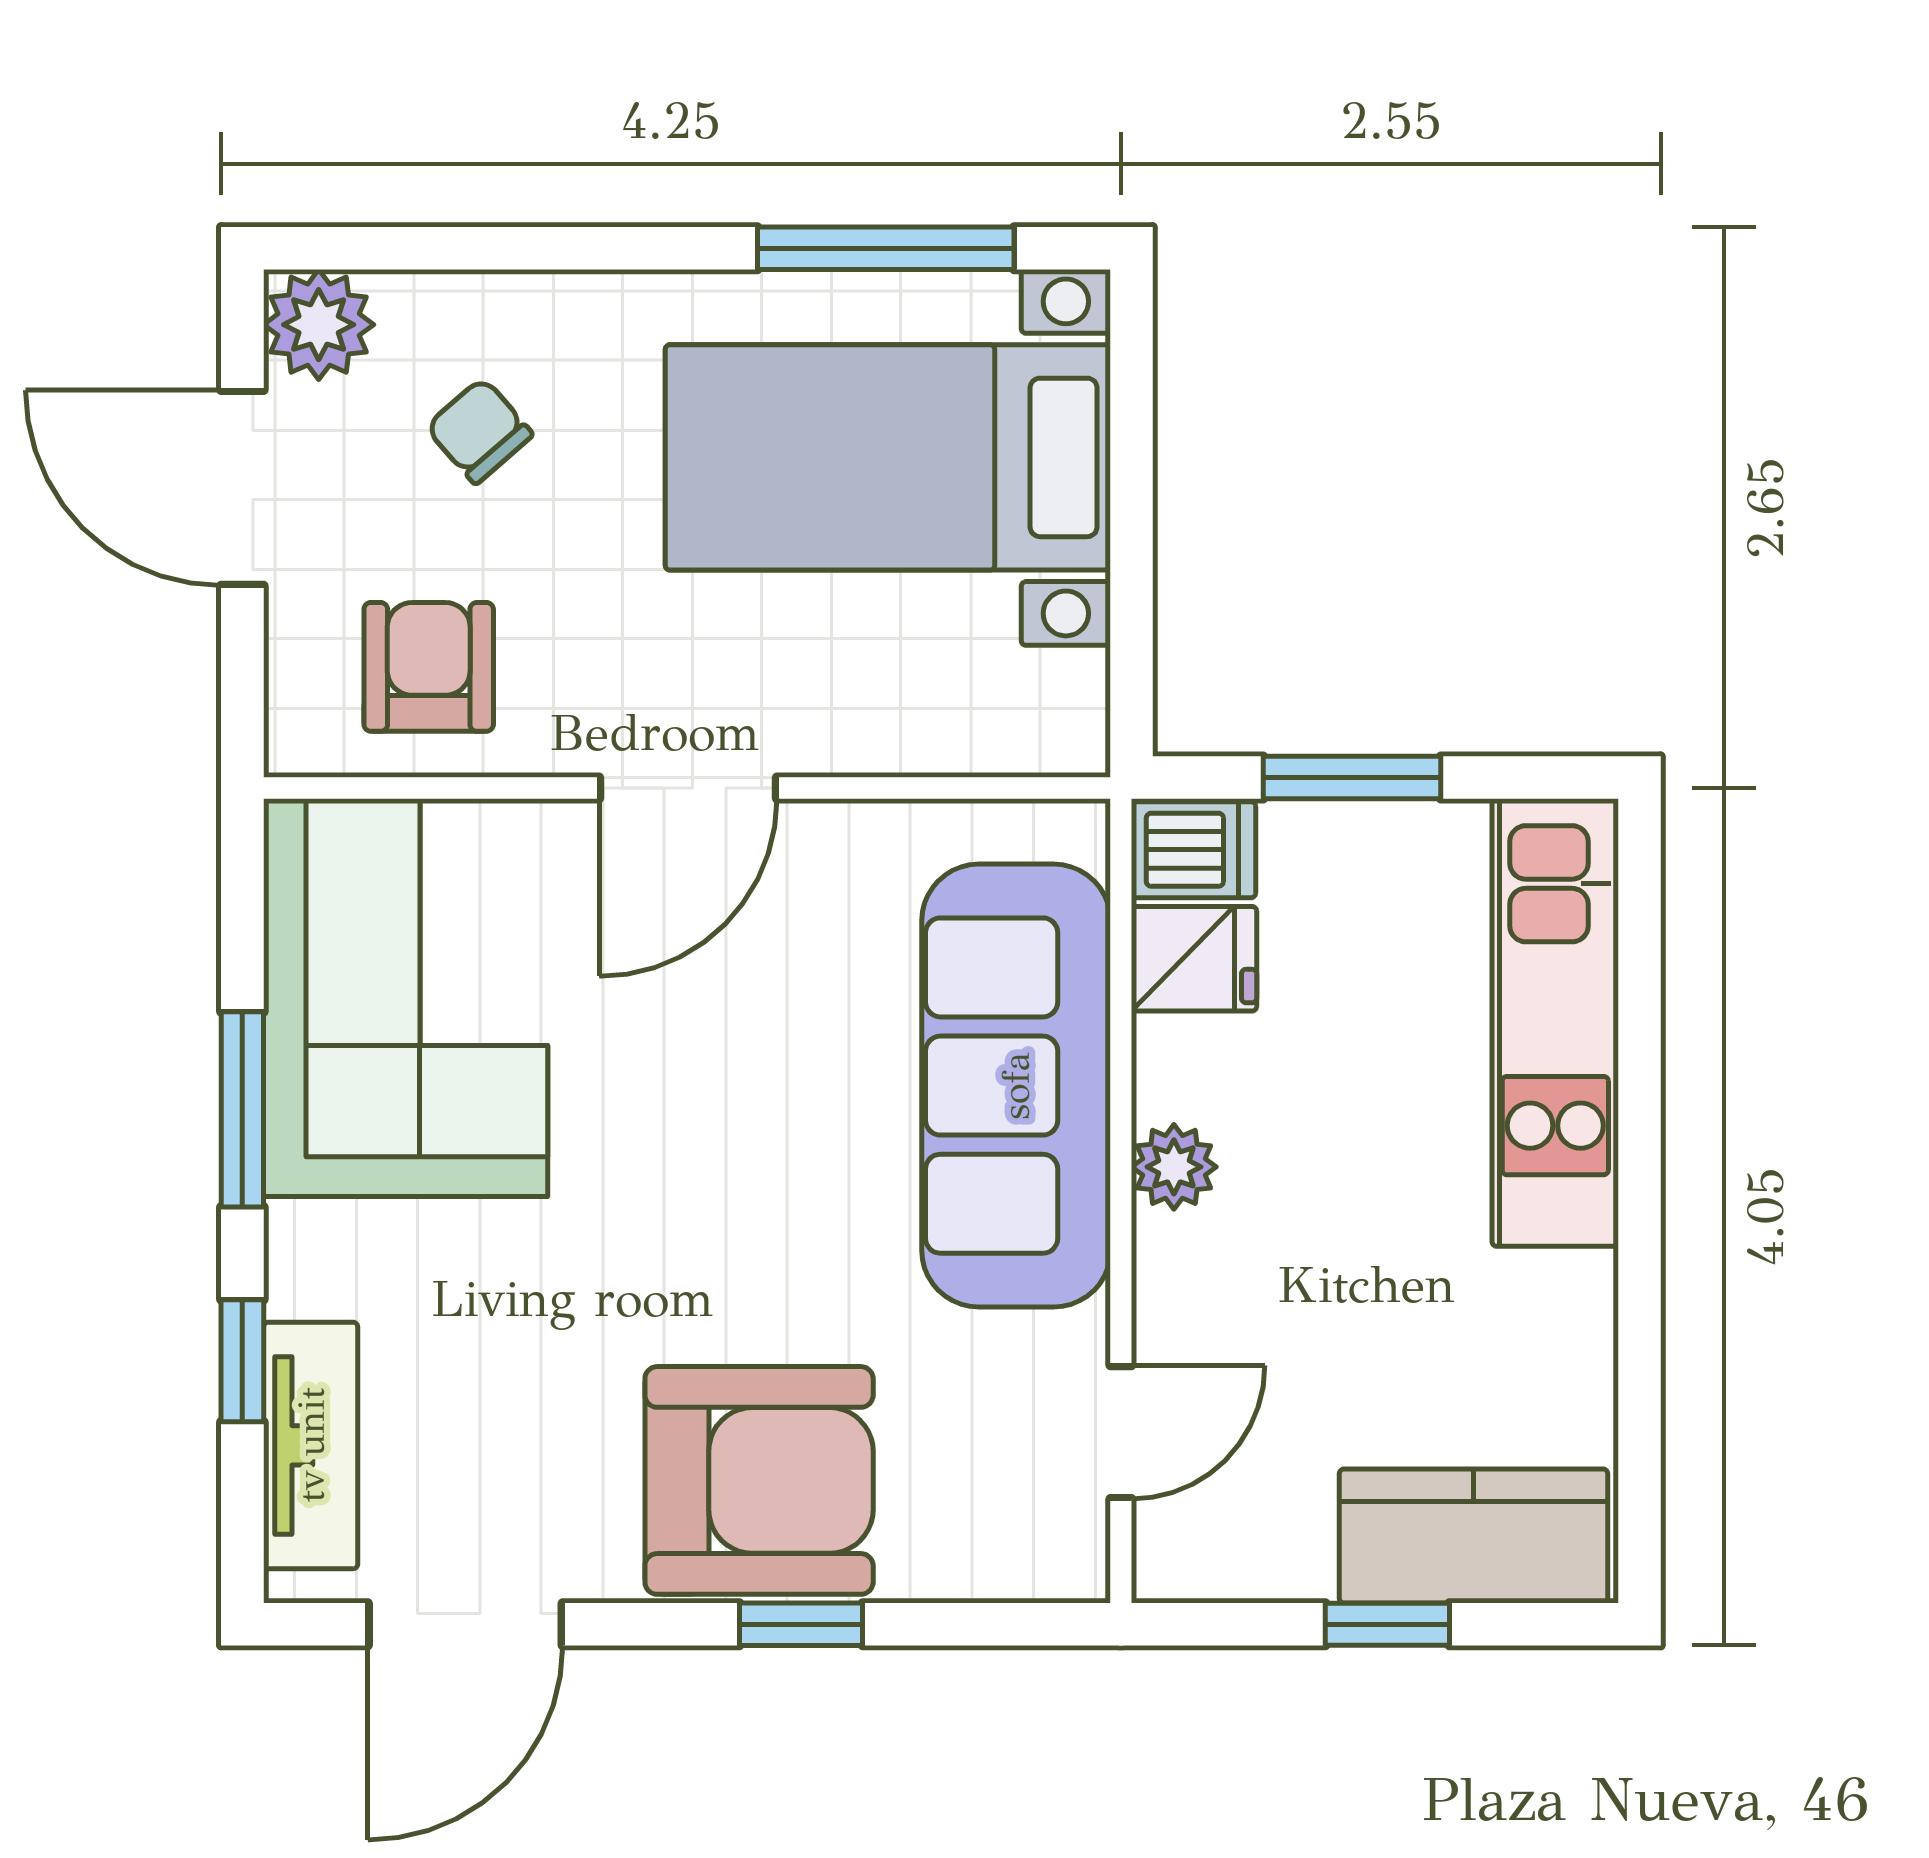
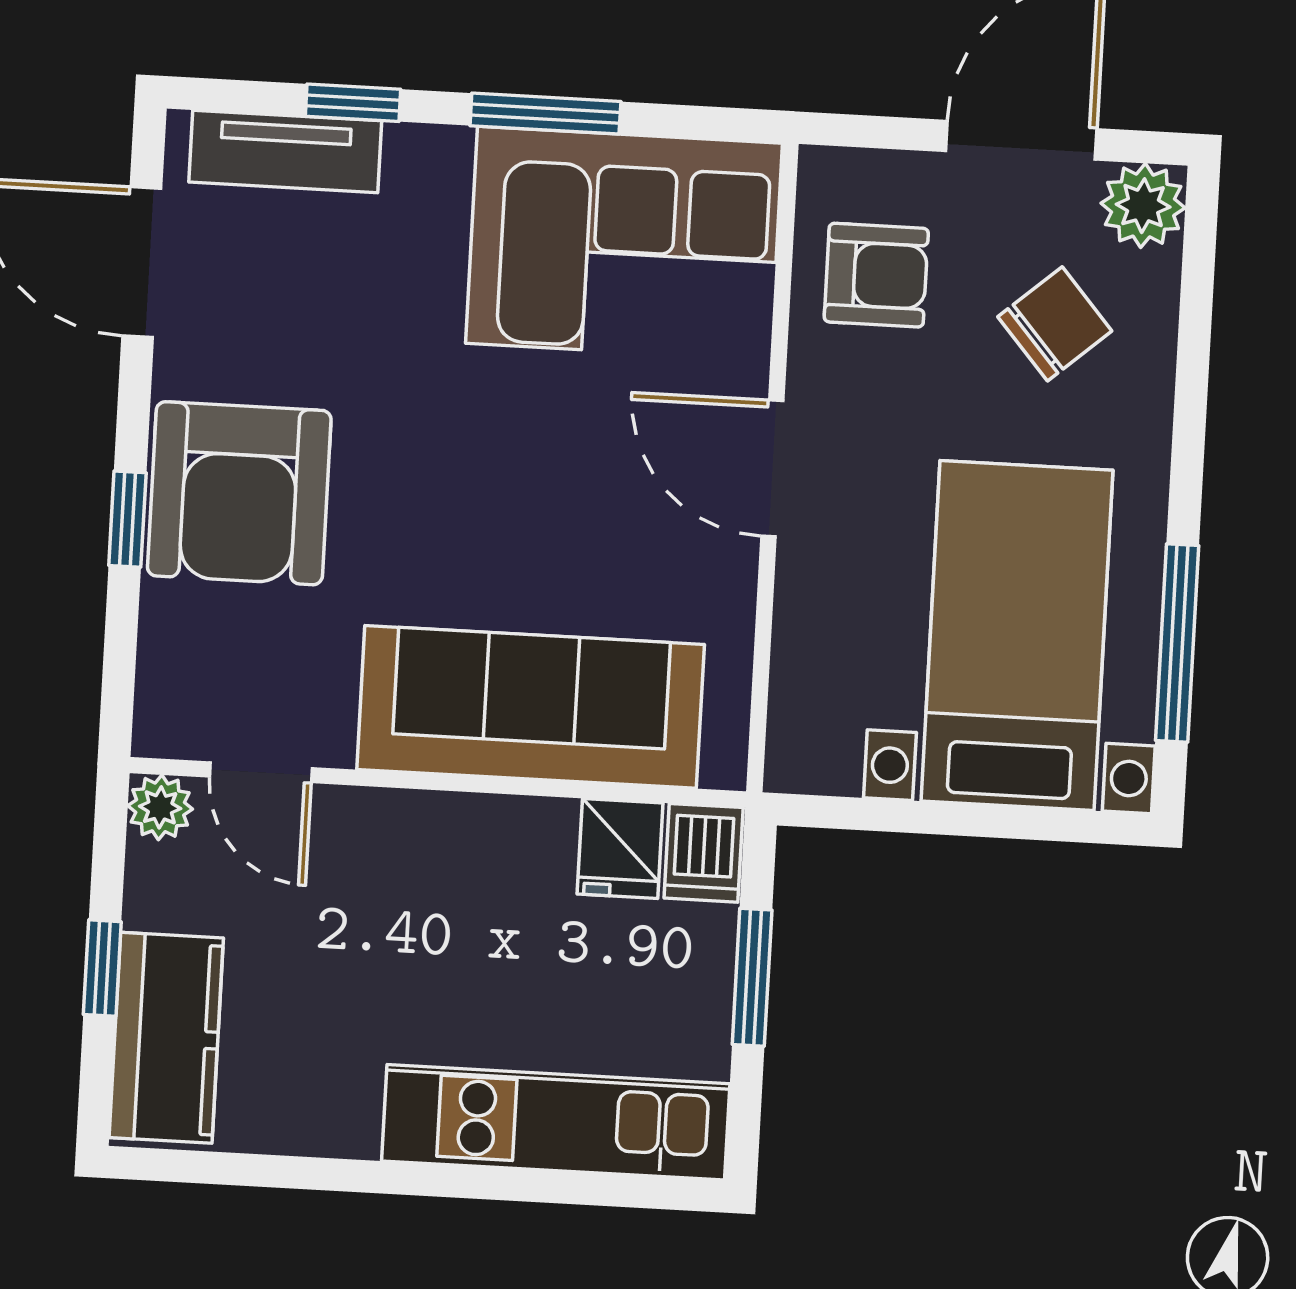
chair: (479, 431) -> (1055, 324), width x1.37, depth x1.37
plant: (1174, 1167) -> (160, 807), moved

